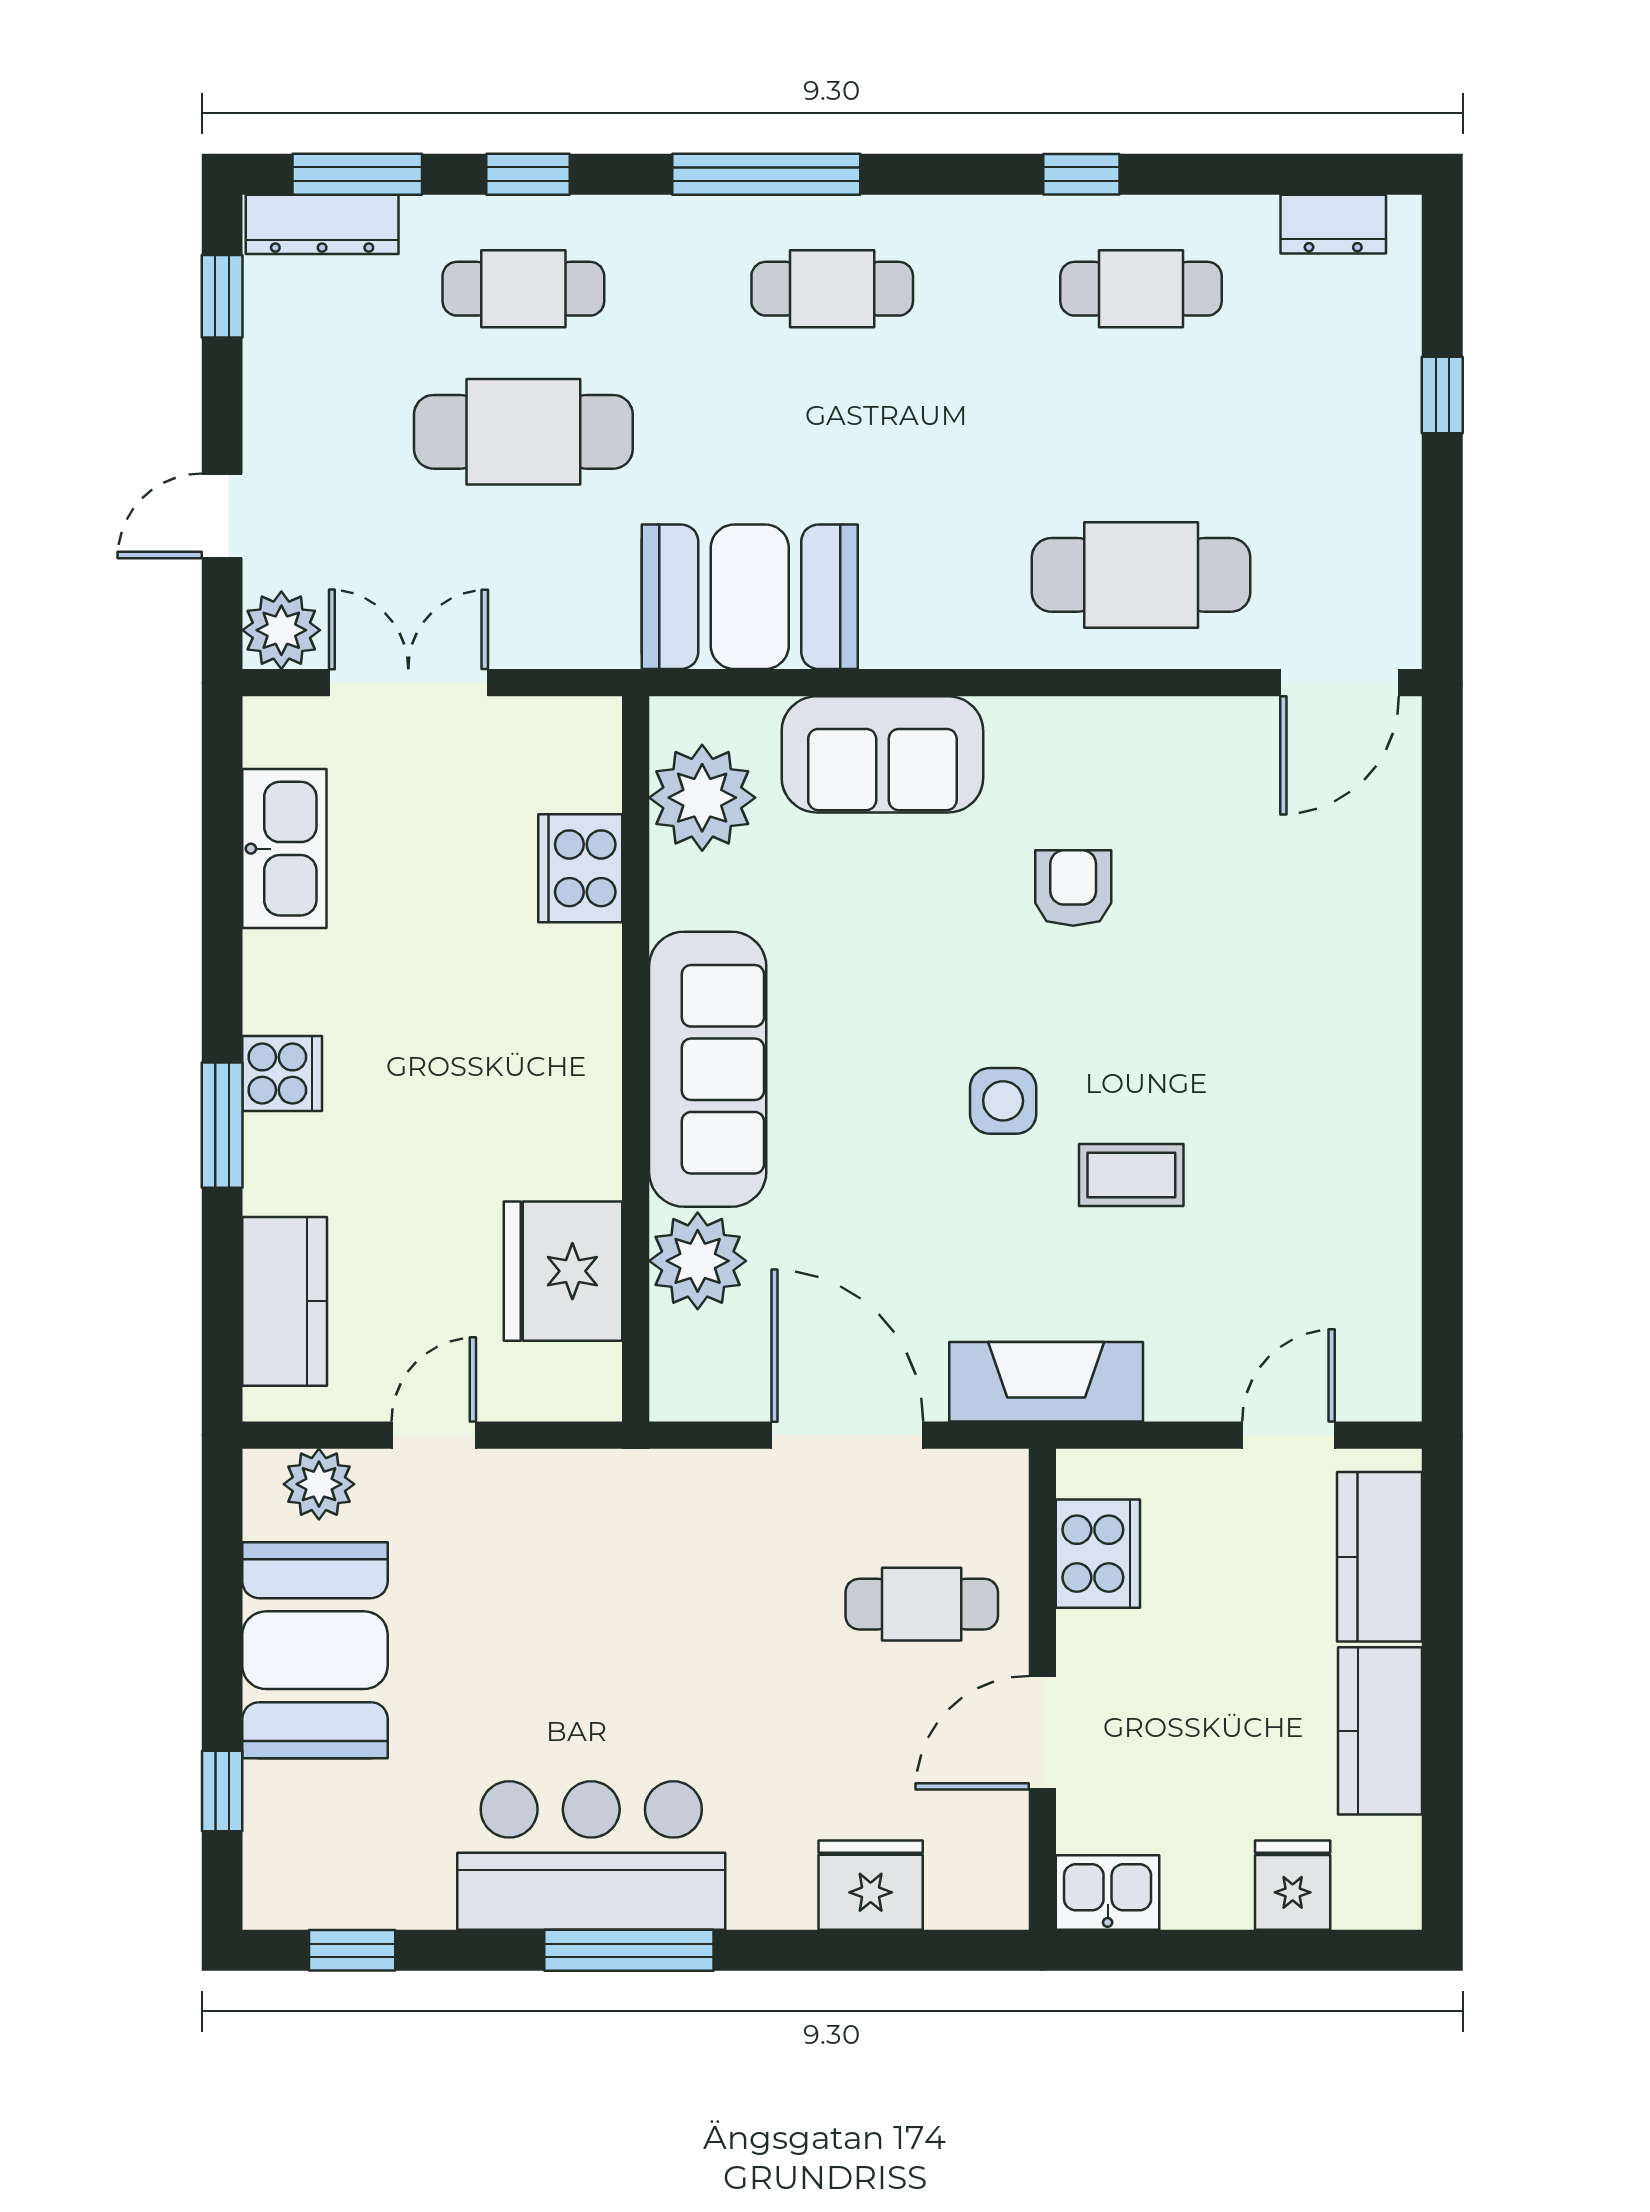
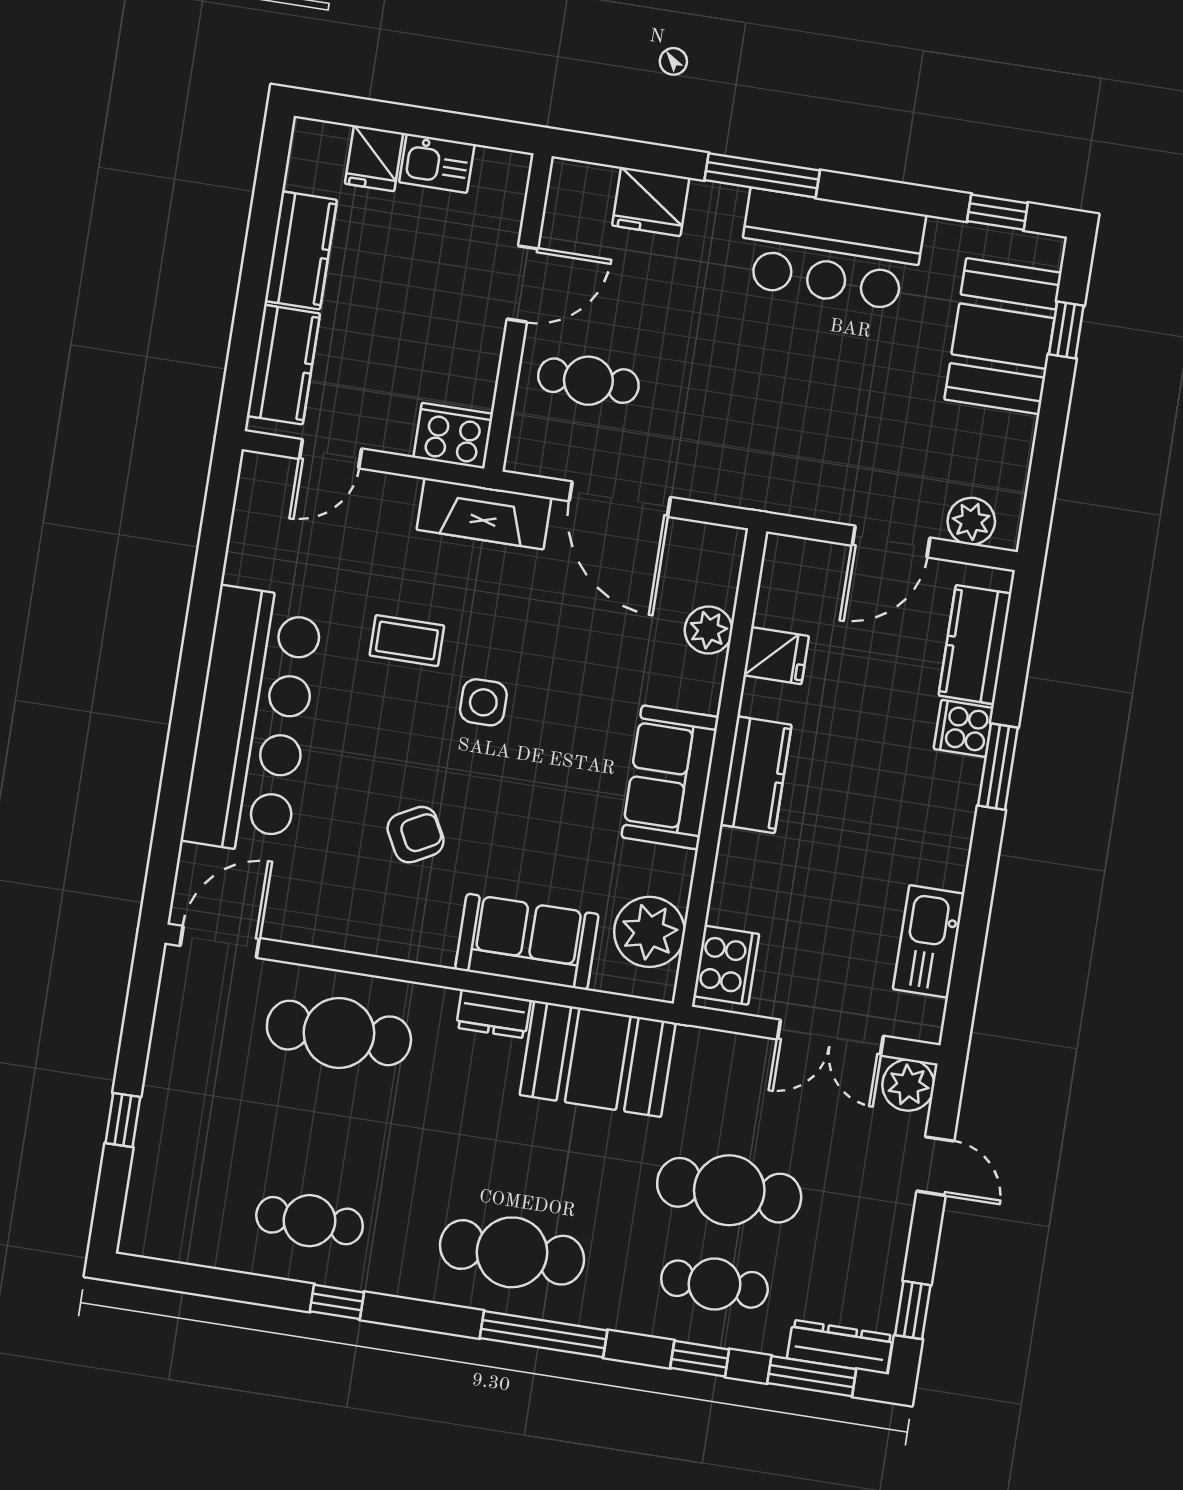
dresser: (1333, 224) -> (493, 1014), moved, turned 180
cafe table: (832, 289) -> (512, 1252), width x1.37, depth x1.35
door: (222, 516) -> (935, 1166), hinge flipped
cooker: (580, 868) -> (726, 965), moved
armchair: (1073, 888) -> (416, 835), turned -118
bar counter: (1342, 1020) -> (253, 721), added
kitchen counter: (581, 1057) -> (756, 775), added
sofa: (708, 1069) -> (670, 777), width x0.73
cooker: (282, 1074) -> (964, 728), moved
plant: (698, 1261) -> (709, 630), width x0.73, depth x0.73
fridge: (563, 1271) -> (776, 656), width x0.53, depth x0.75
door: (434, 1435) -> (891, 542), width x1.37
cooker: (1098, 1554) -> (453, 436), moved, turned 90
booth: (315, 1650) -> (1003, 336), moved
kitchen sink: (1108, 1892) -> (437, 163), moved
window: (629, 1950) -> (762, 175), moved

